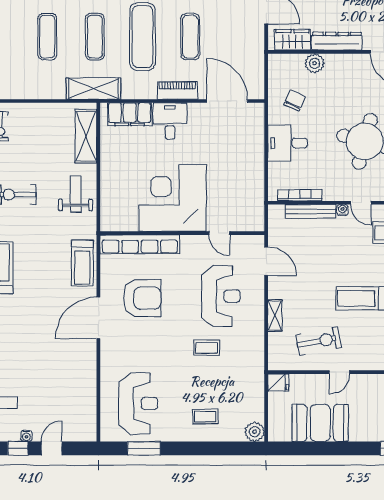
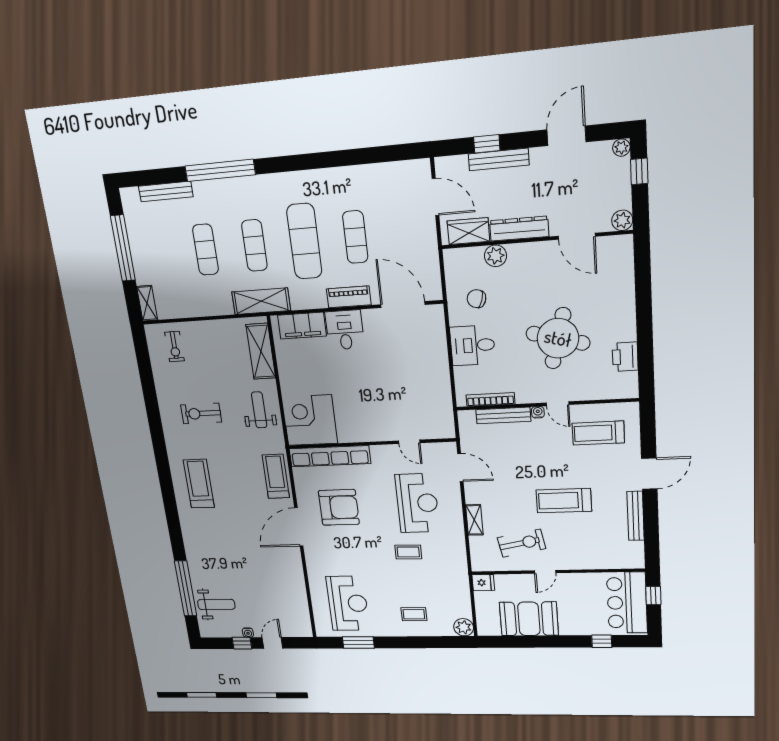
chair: (295, 100) -> (476, 299), turned -97
corner desk: (172, 198) -> (310, 420), moved, width x0.74, depth x0.74
treadmill: (82, 263) -> (276, 476), turned 180

